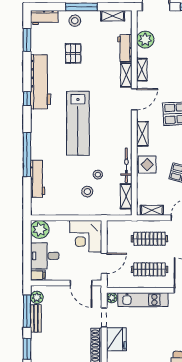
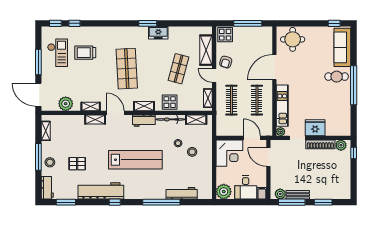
workbench: (125, 48) -> (144, 121), moved
door: (81, 283) -> (268, 157), swing flipped

